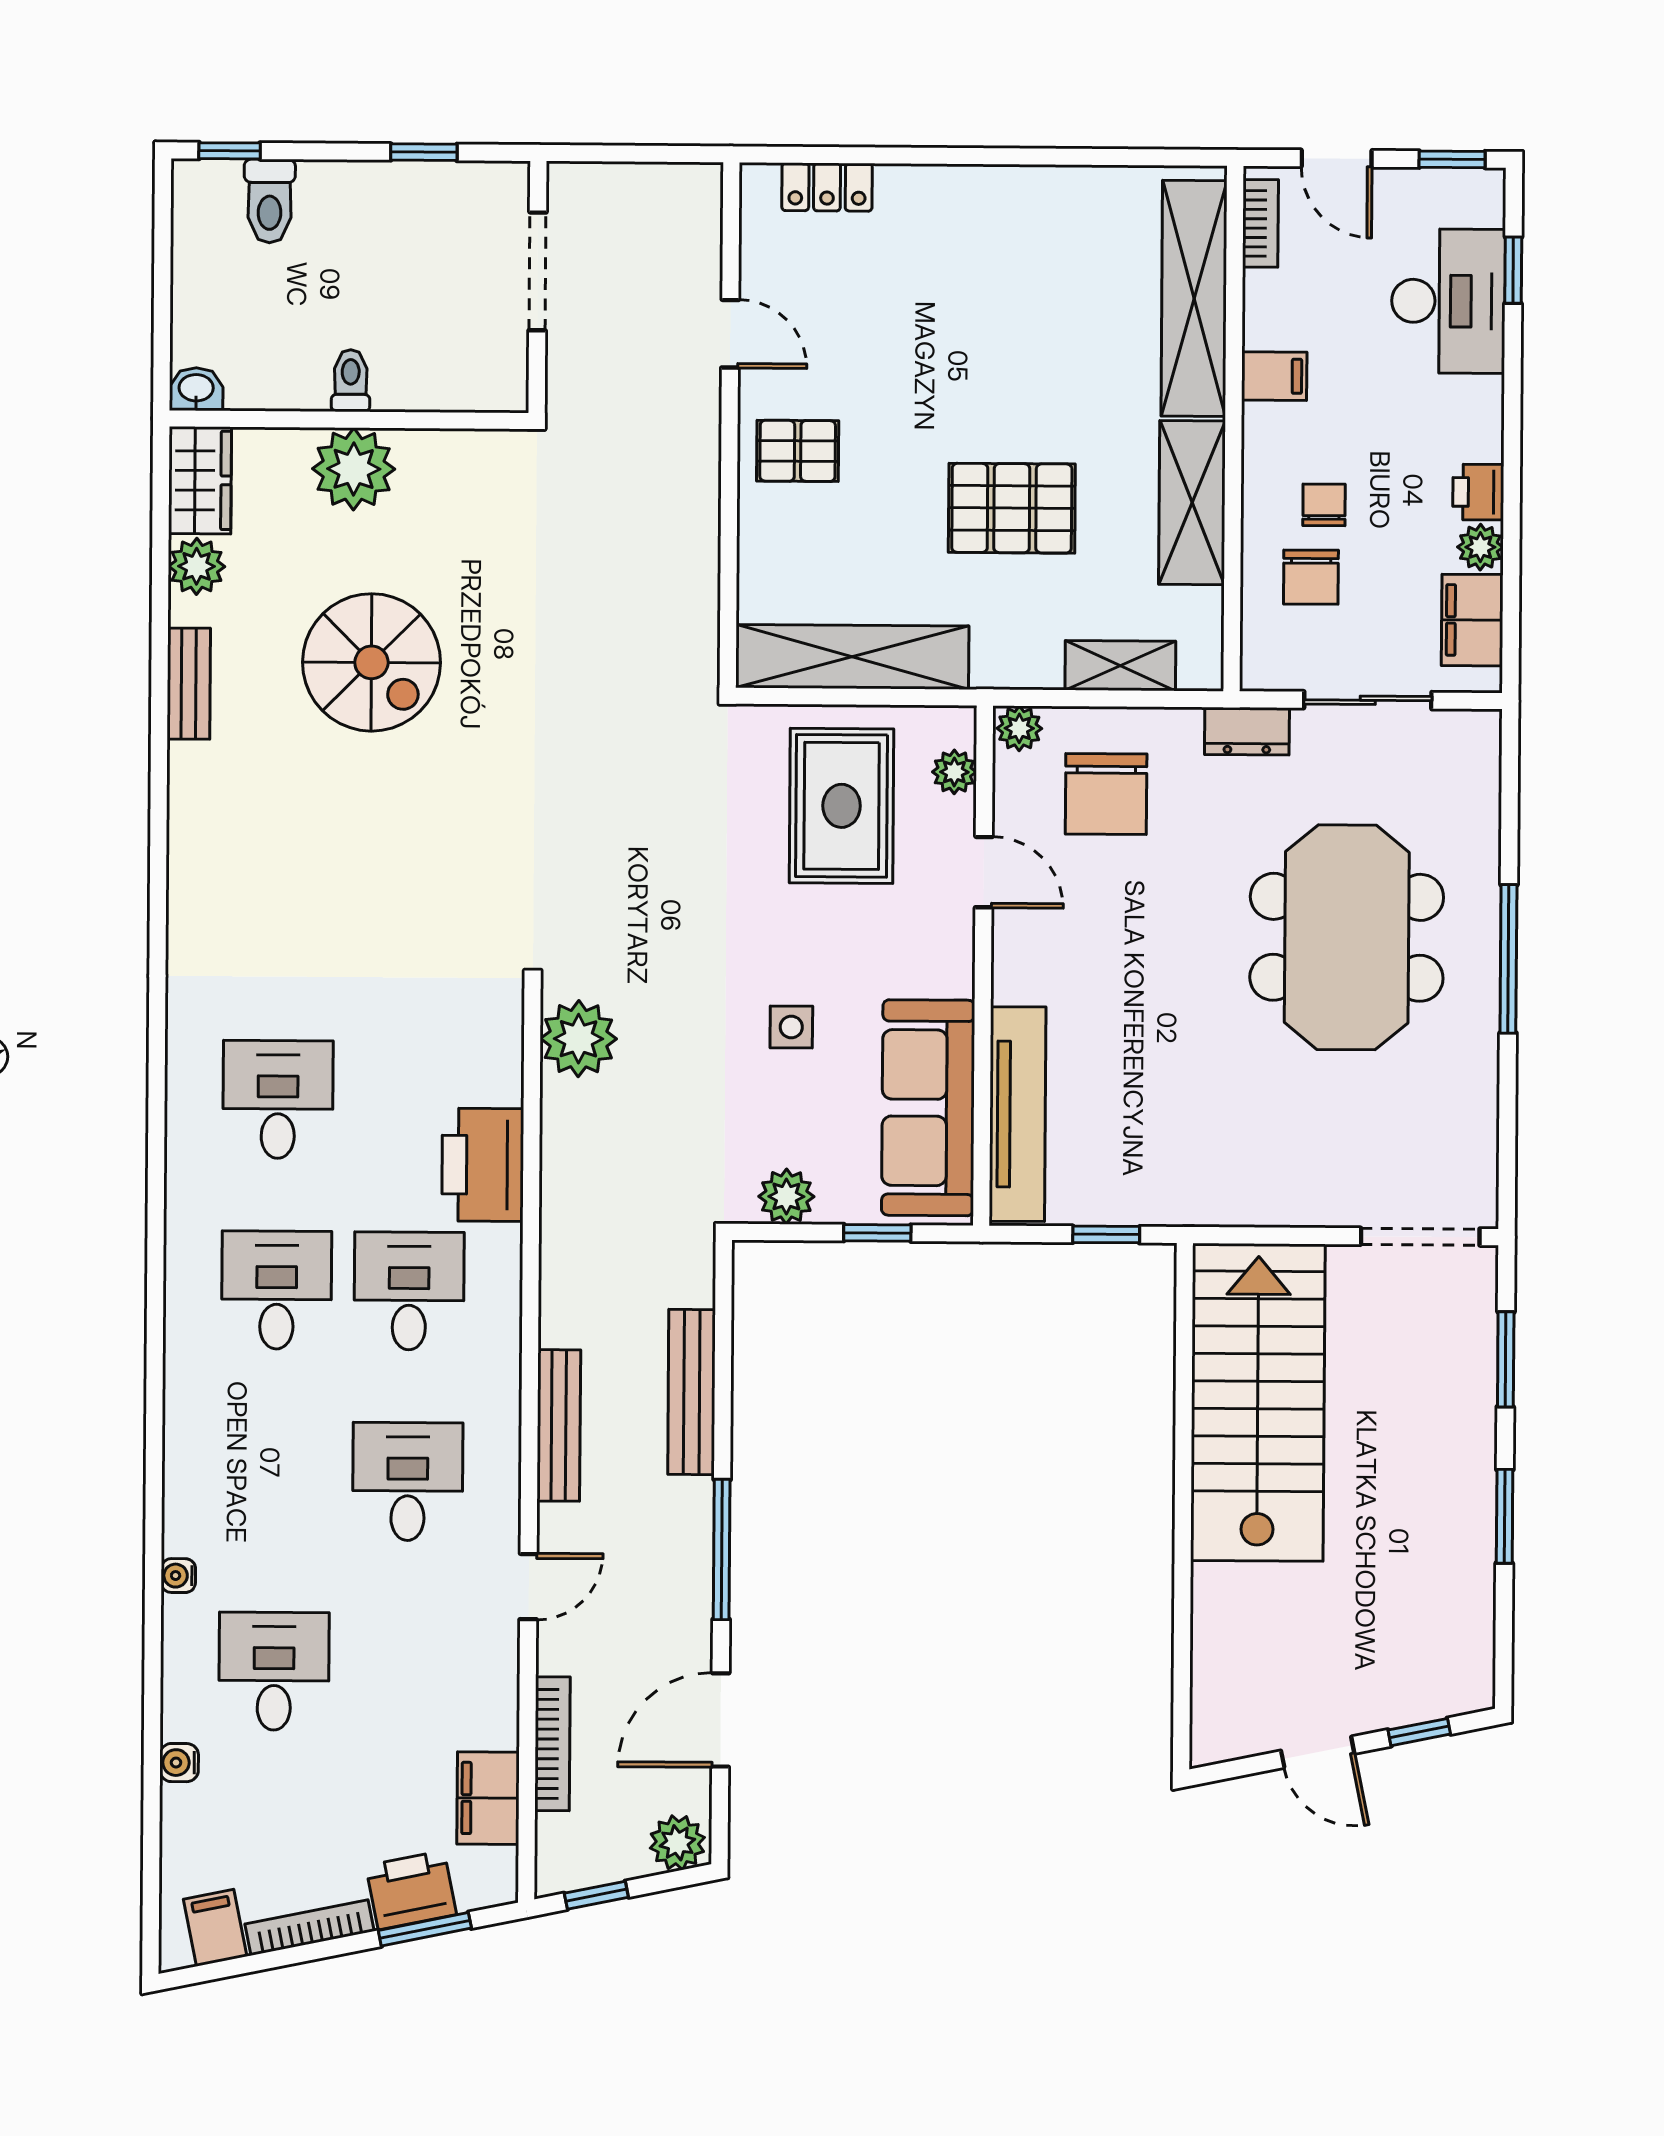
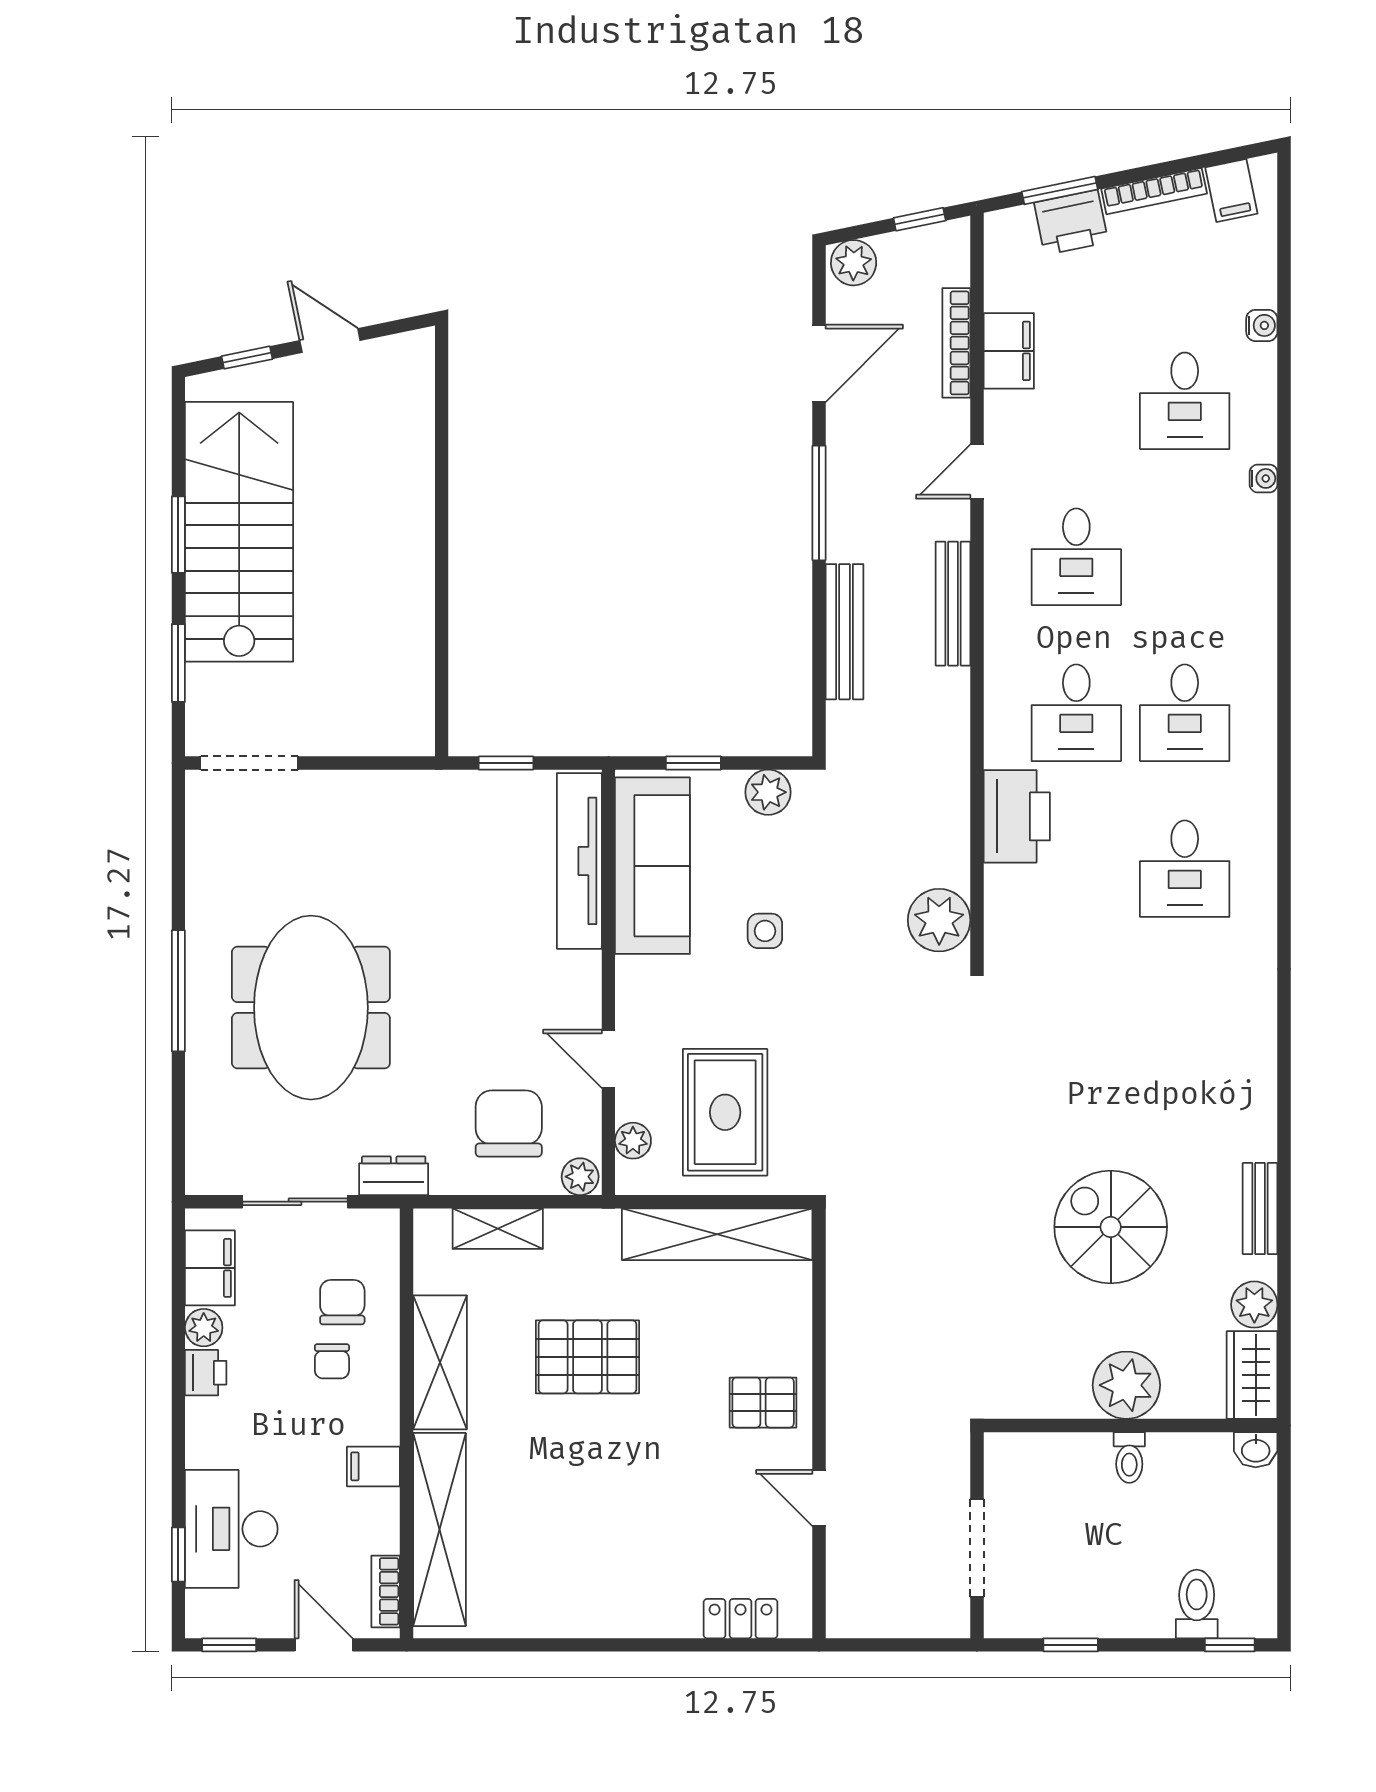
stairs: (1258, 1402) -> (239, 532), moved, turned 180
filing cabinet: (488, 1798) -> (1009, 351), moved

